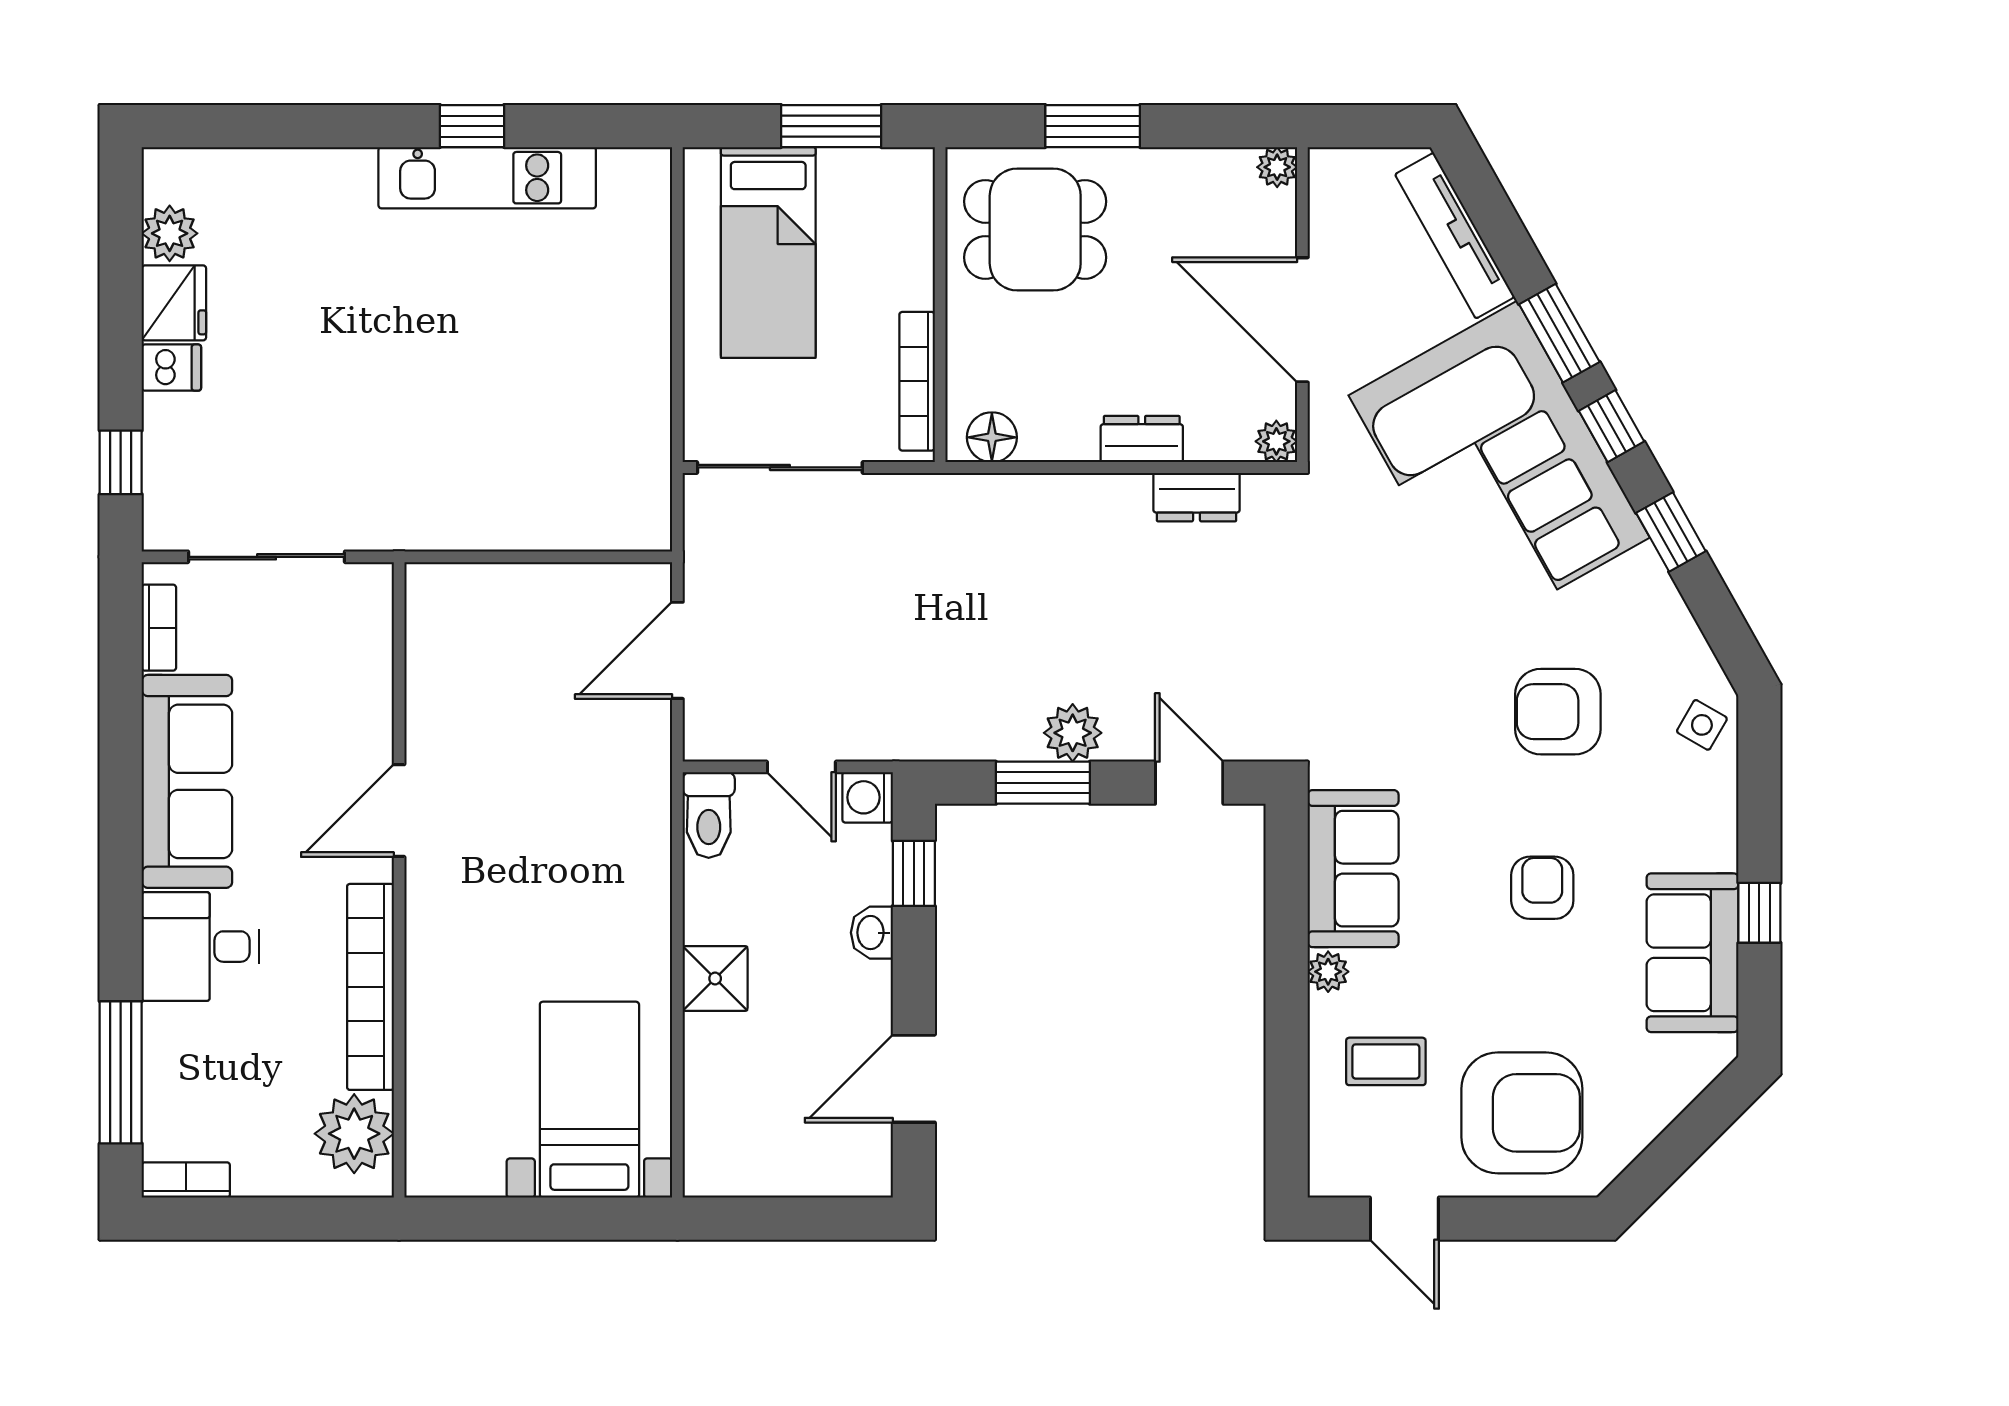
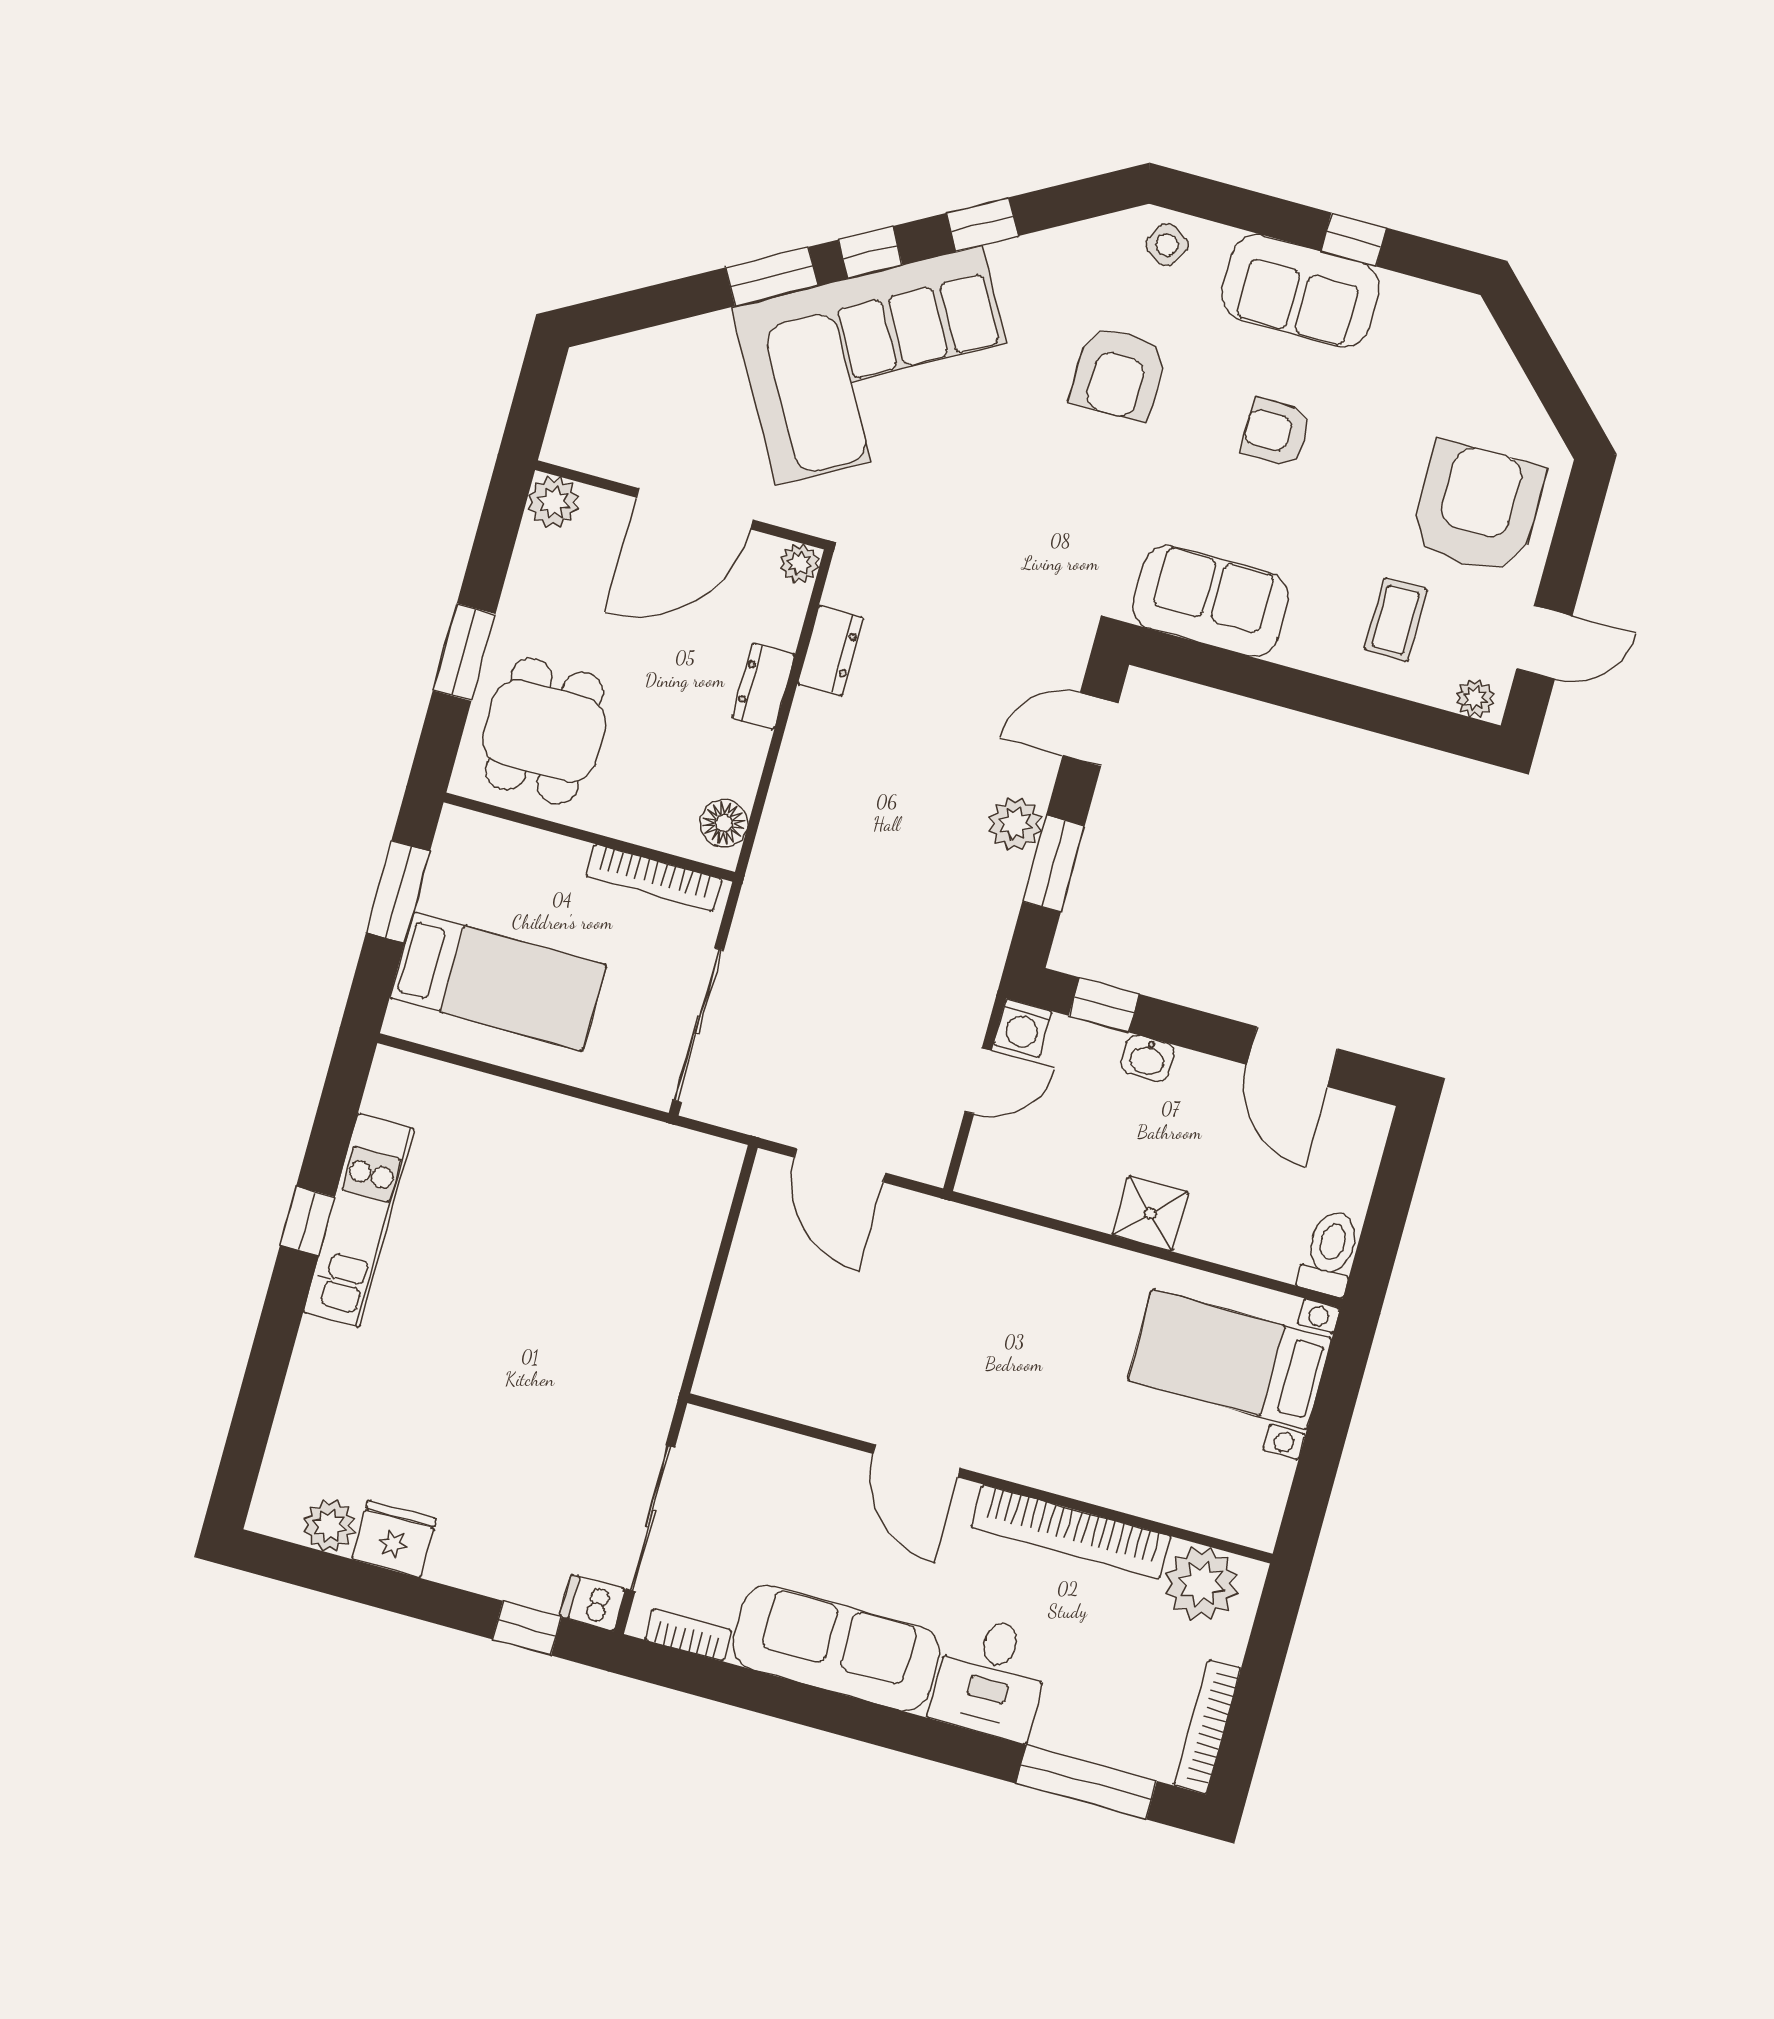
plant: (1277, 167) -> (553, 502), width x1.38, depth x1.38
tv unit: (1455, 236) -> (656, 348), removed
dishwasher: (171, 368) -> (593, 1603), moved, turned -90
toilet: (709, 815) -> (1330, 1253), moved, turned -90
sofa: (1693, 953) -> (1300, 291), moved
plant: (1328, 972) -> (1475, 698), moved
bookcase: (186, 1180) -> (1208, 1727), width x1.56

